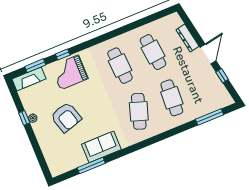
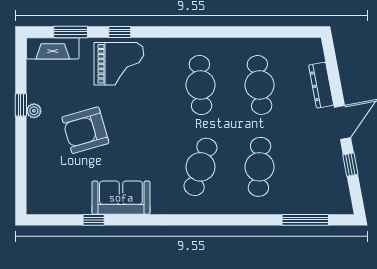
grand piano: (70, 72) -> (119, 64), turned 180
armchair: (66, 117) -> (85, 130), turned 91
window: (91, 166) -> (94, 220), width x0.46

